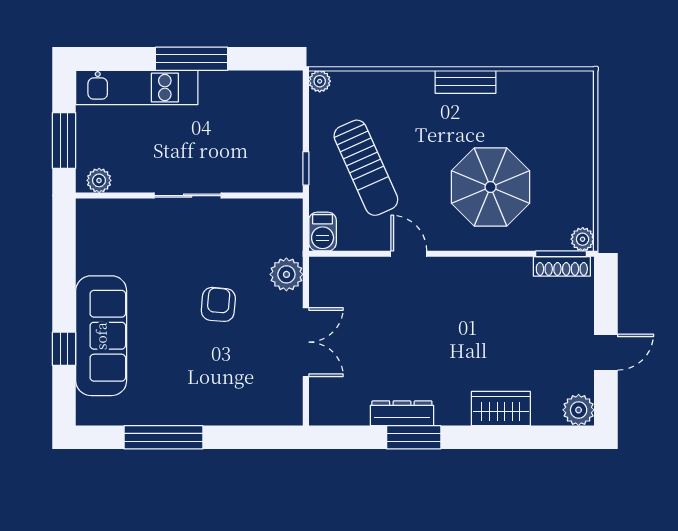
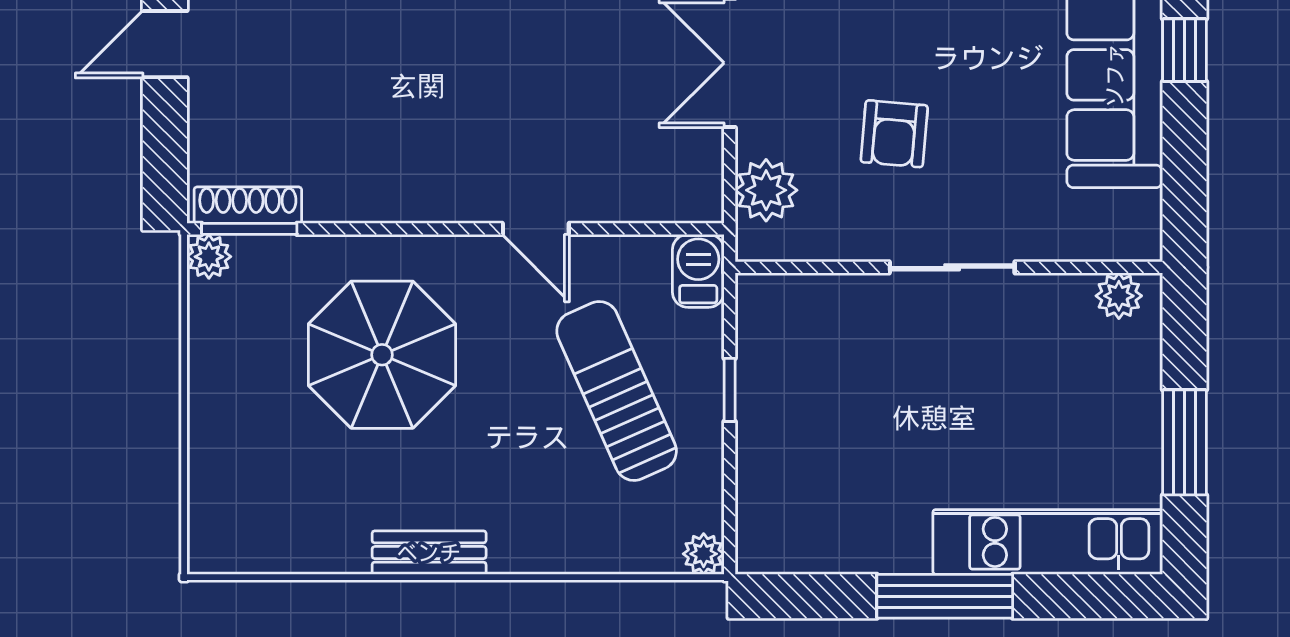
plant: (99, 180) -> (1119, 296), moved
sliding door: (188, 196) -> (952, 267), moved
wall: (189, 196) -> (949, 267), moved

